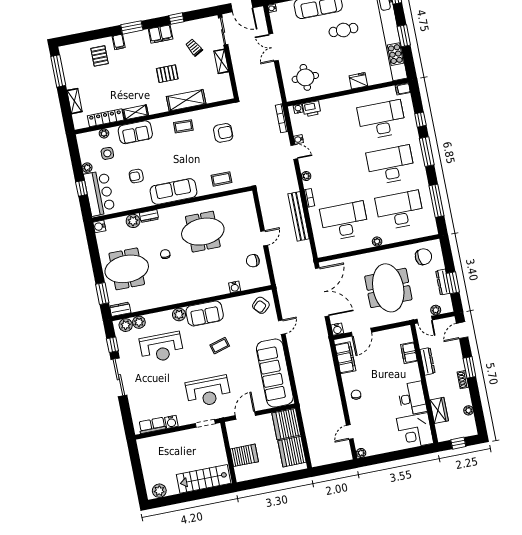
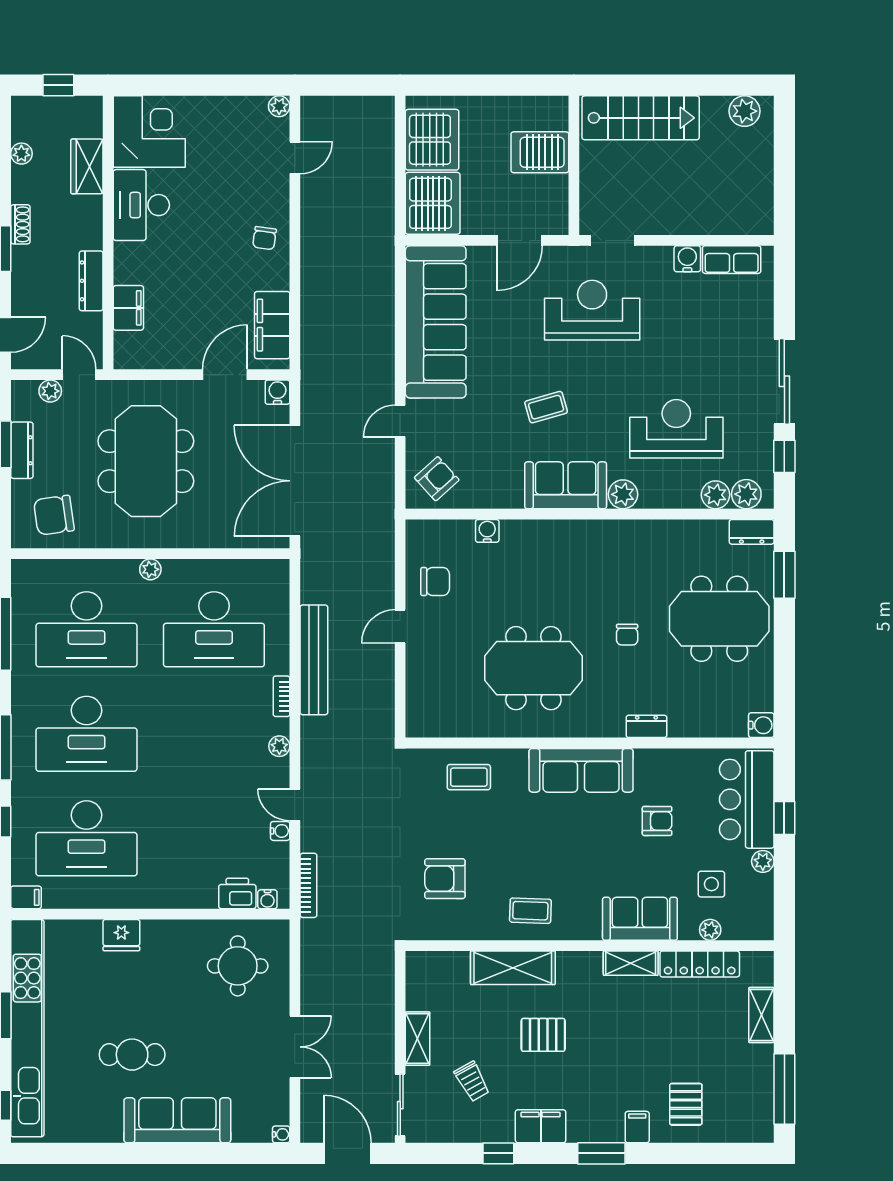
plant: (133, 221) -> (684, 722), removed

